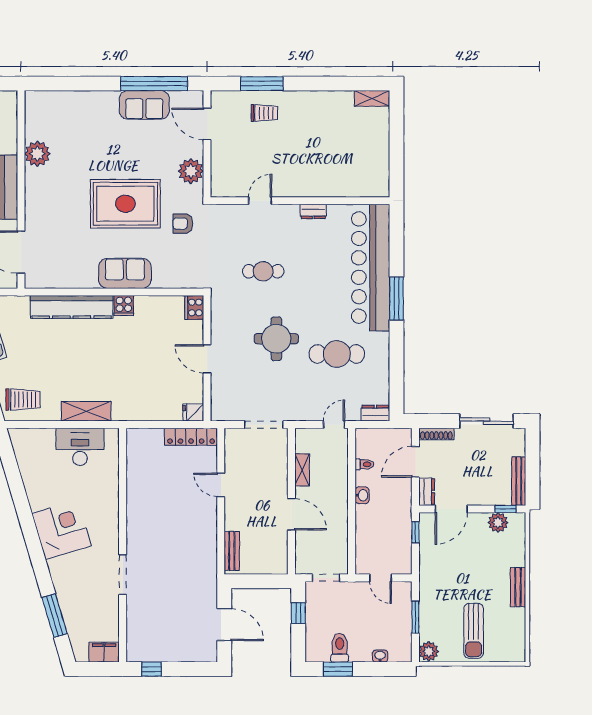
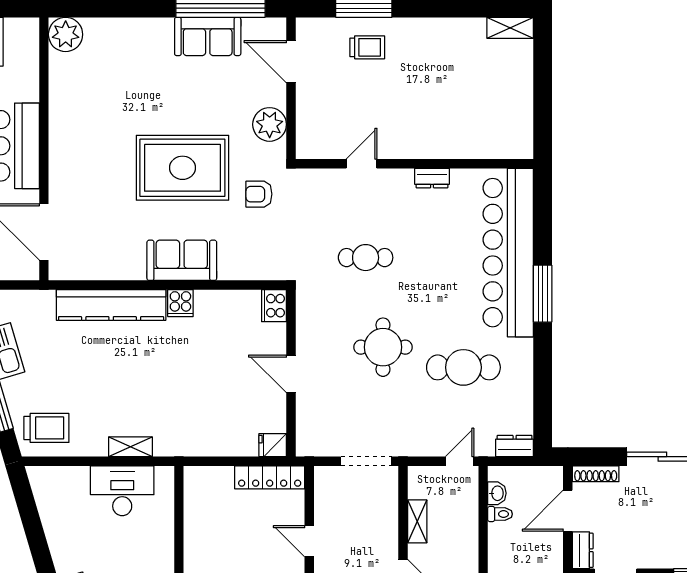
plant: (37, 154) -> (66, 34), moved
shelving: (86, 411) -> (130, 447), width x0.67, depth x0.75
washbasin: (362, 495) -> (497, 493), moved

